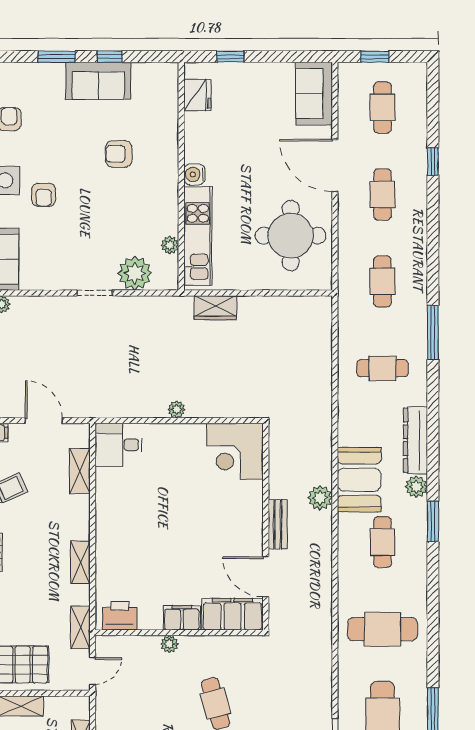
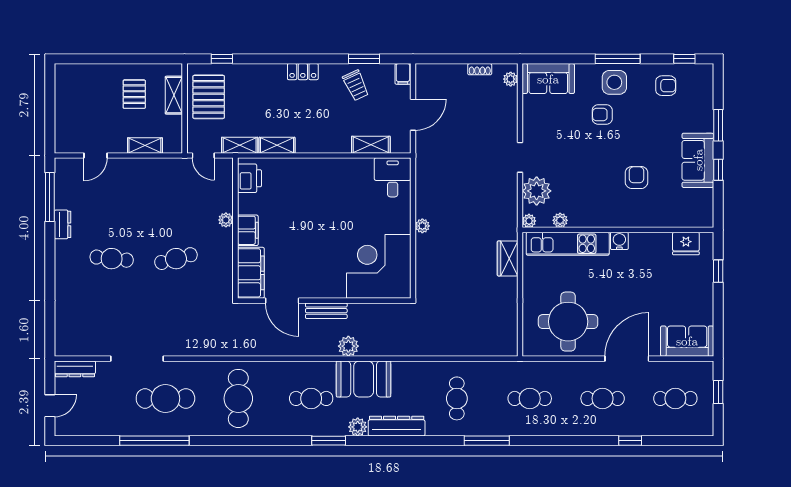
plant: (171, 282) -> (529, 221), added
corner desk: (235, 451) -> (379, 266), width x1.36, depth x1.36
shelving: (80, 562) -> (277, 145), moved
door: (266, 577) -> (282, 301), swing flipped

